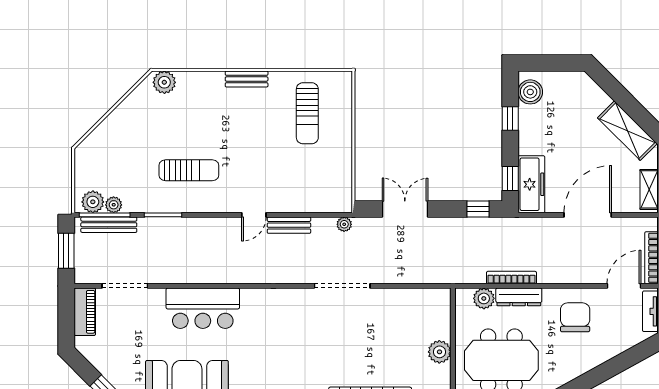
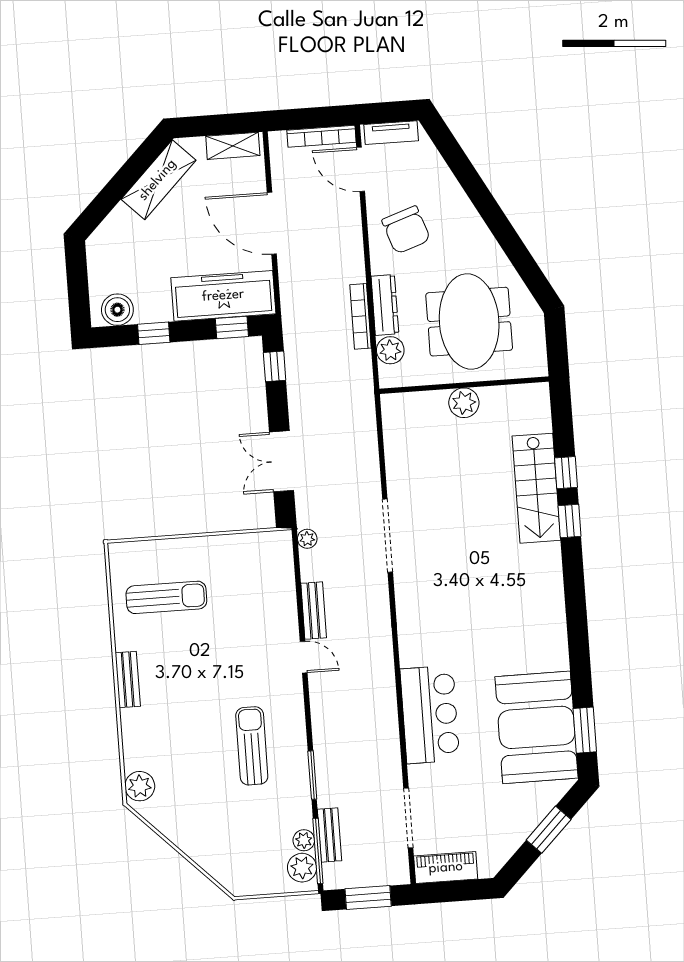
freezer: (531, 184) -> (223, 296), width x1.36, depth x1.26
bench: (109, 225) -> (329, 835), width x0.73
chair: (575, 317) -> (406, 230), turned -109

